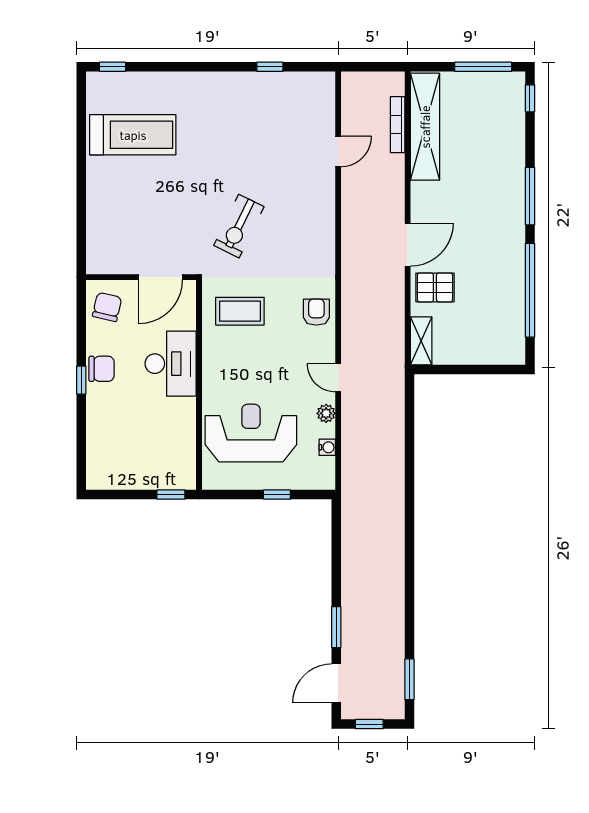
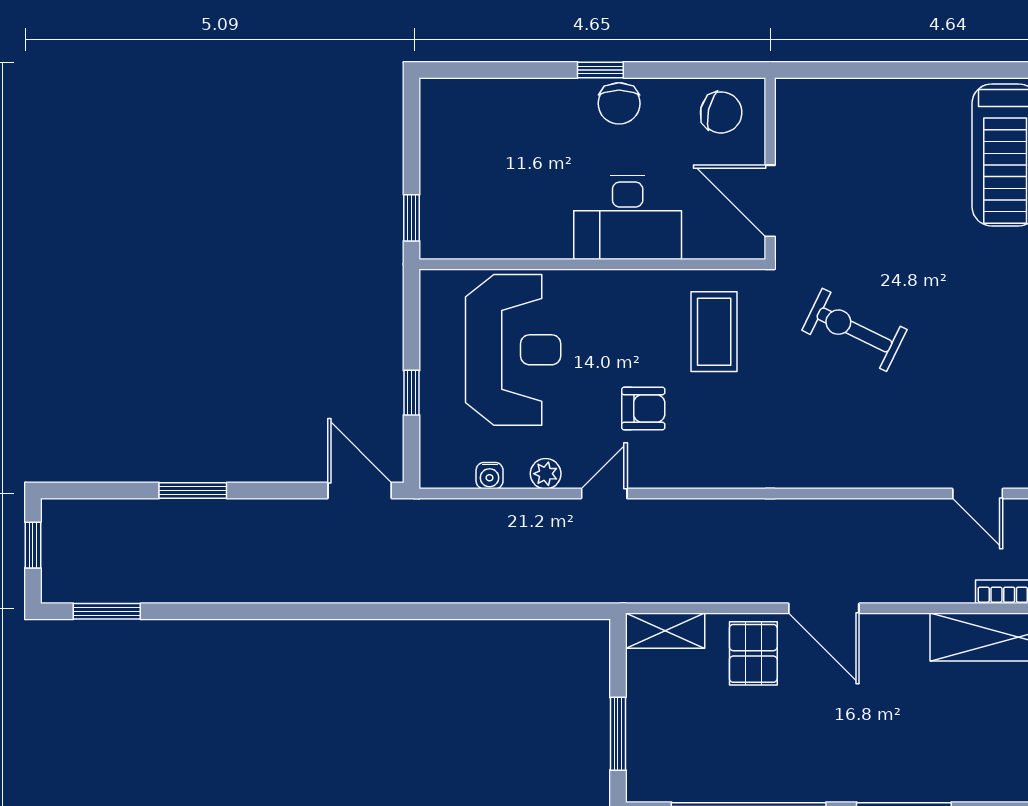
armchair: (316, 312) -> (643, 408), moved
window: (484, 369) -> (618, 734), added
door: (336, 683) -> (360, 491), moved

